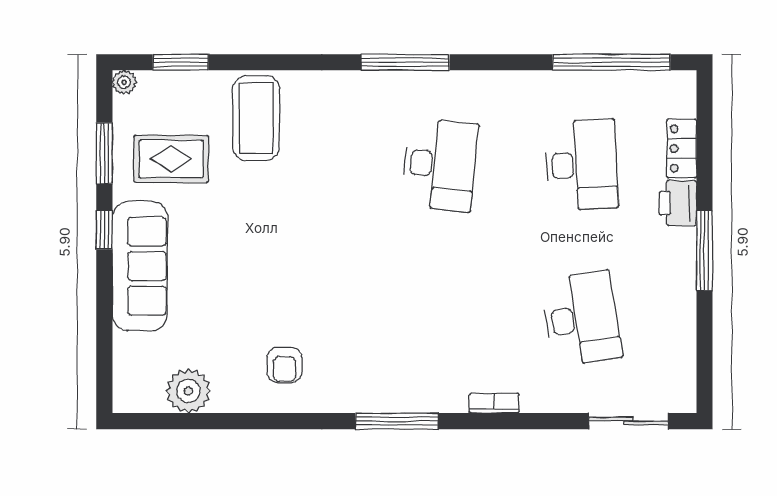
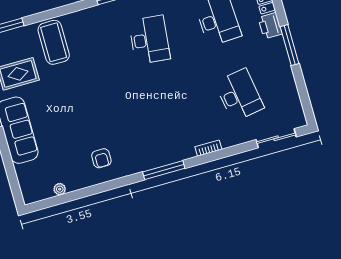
plant: (188, 391) -> (60, 189), width x0.53, depth x0.53

